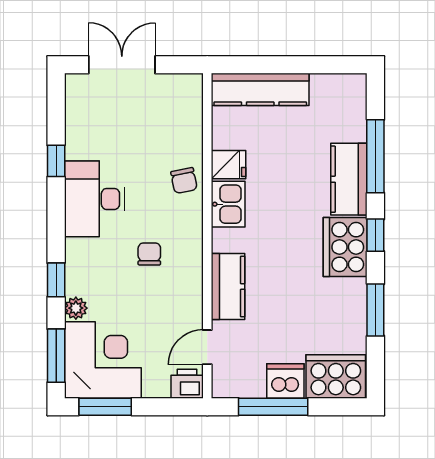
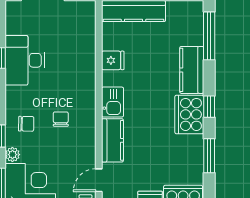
window: (375, 156) -> (209, 36), moved
chair: (184, 181) -> (26, 124), moved, turned -78
desk: (94, 199) -> (25, 60), moved
kitchen sink: (228, 204) -> (112, 102), moved

